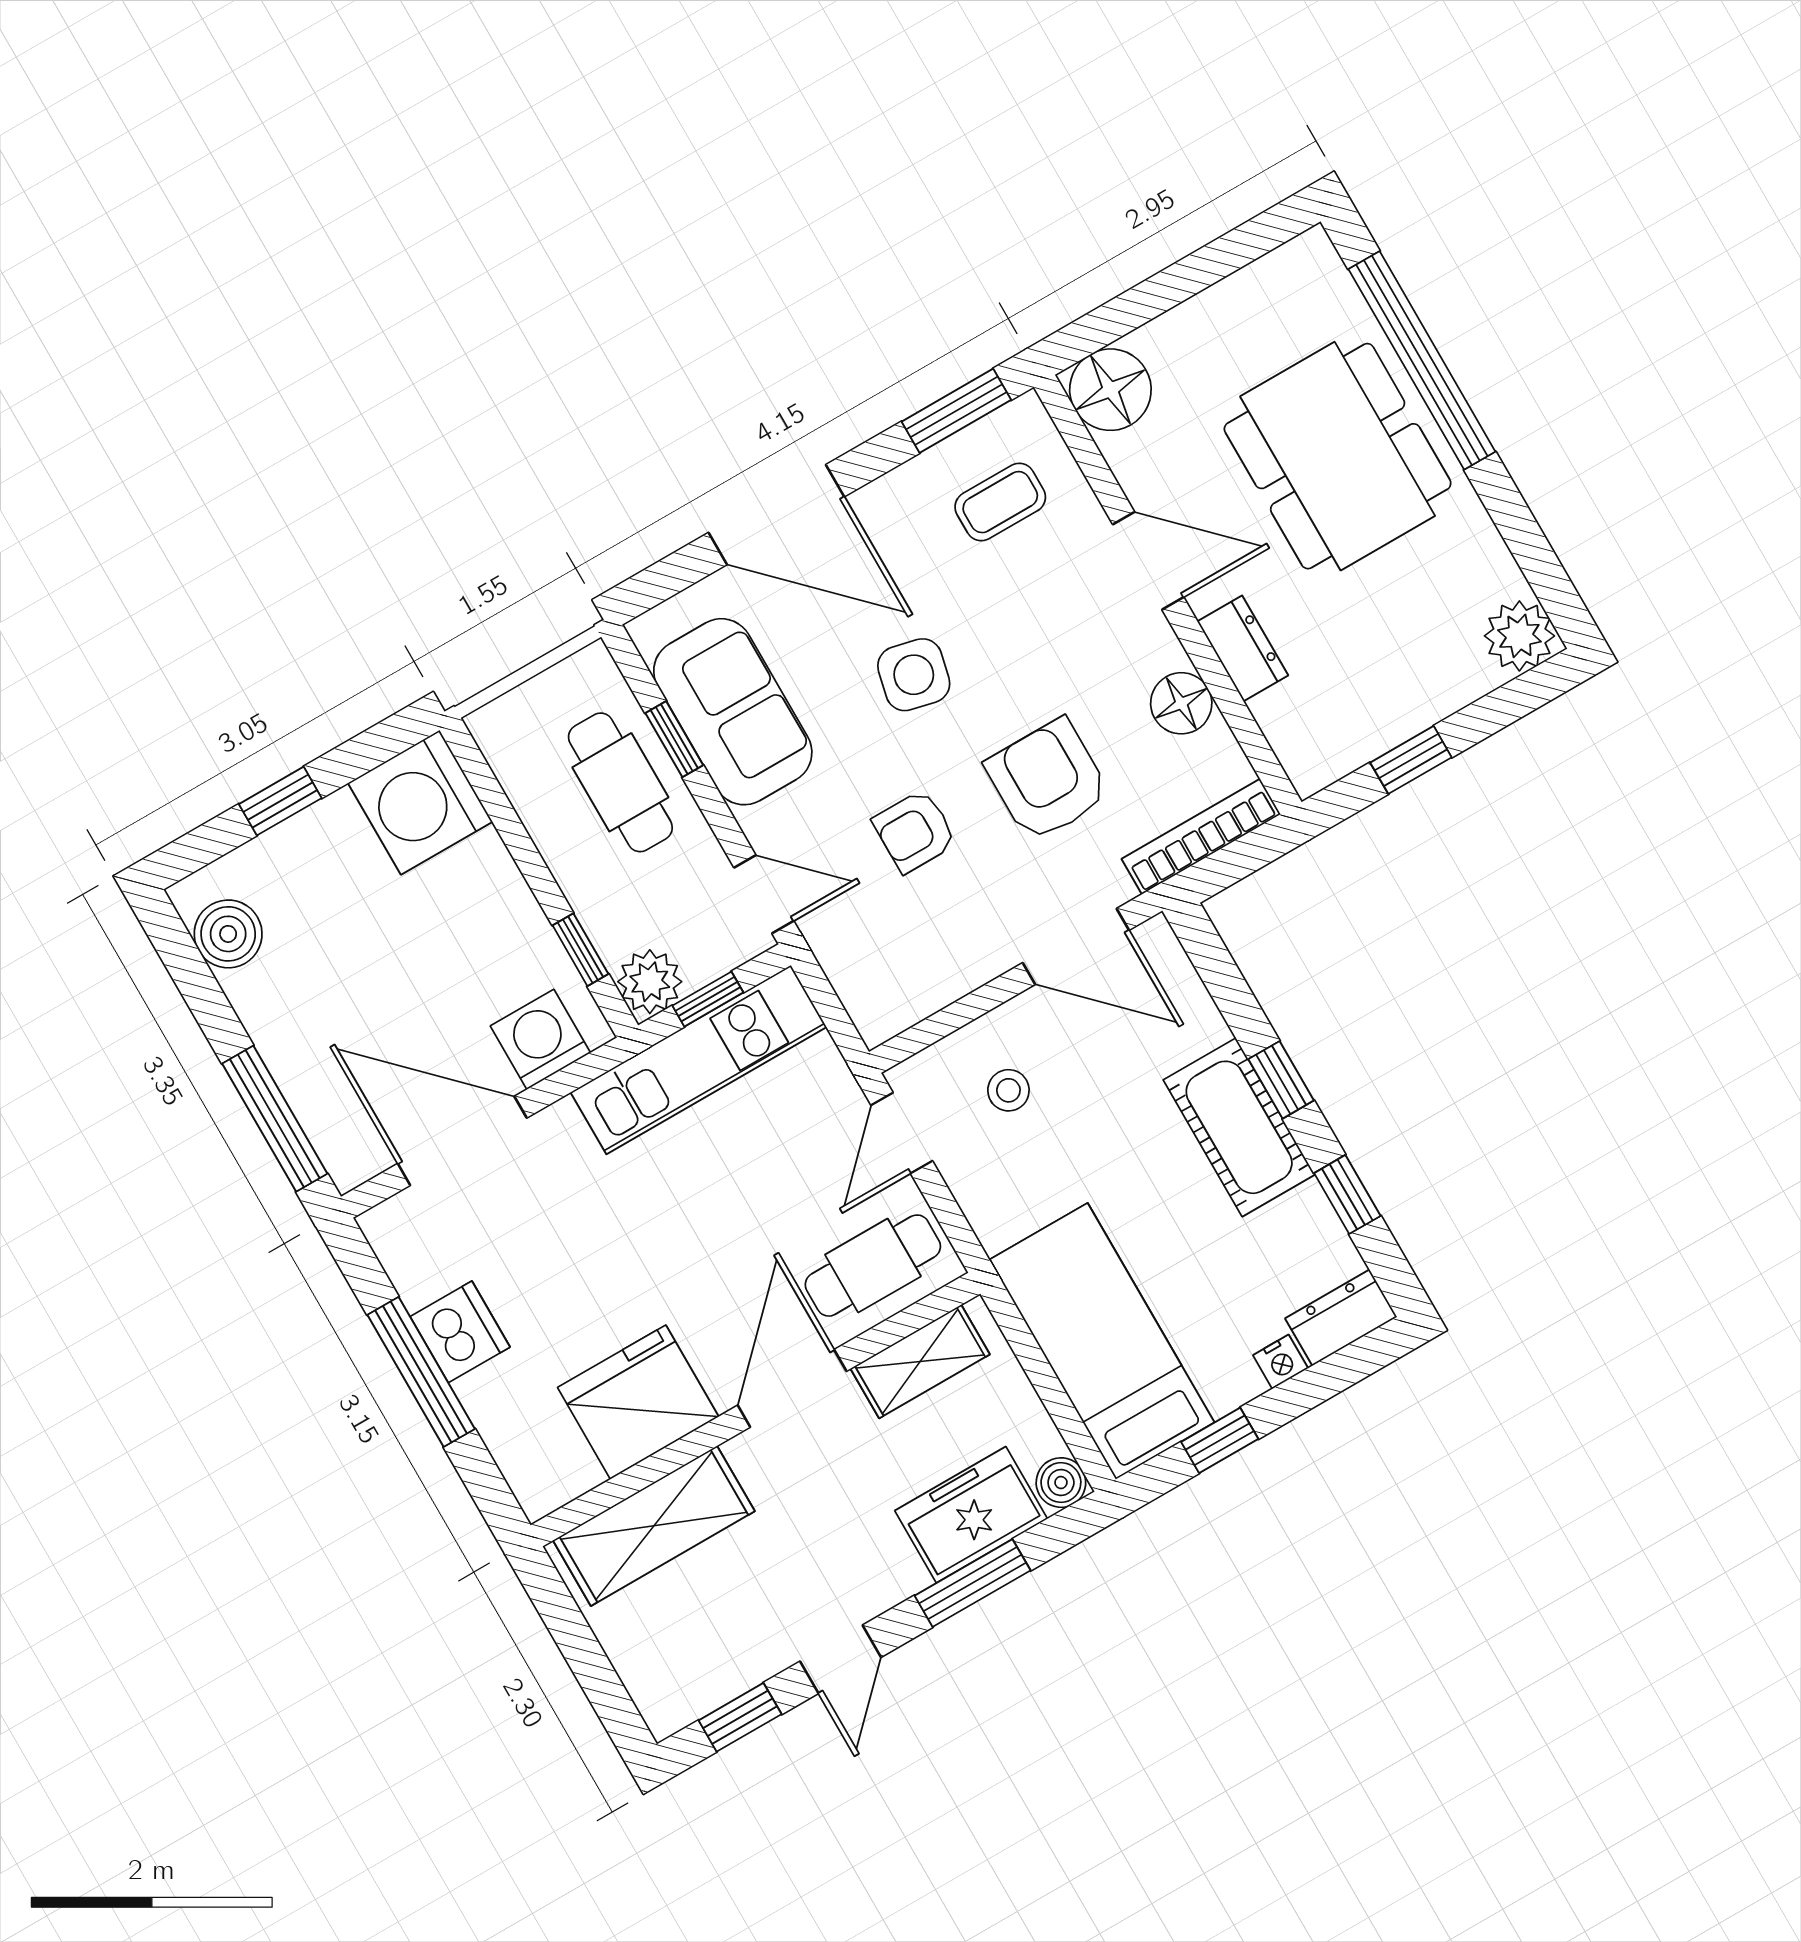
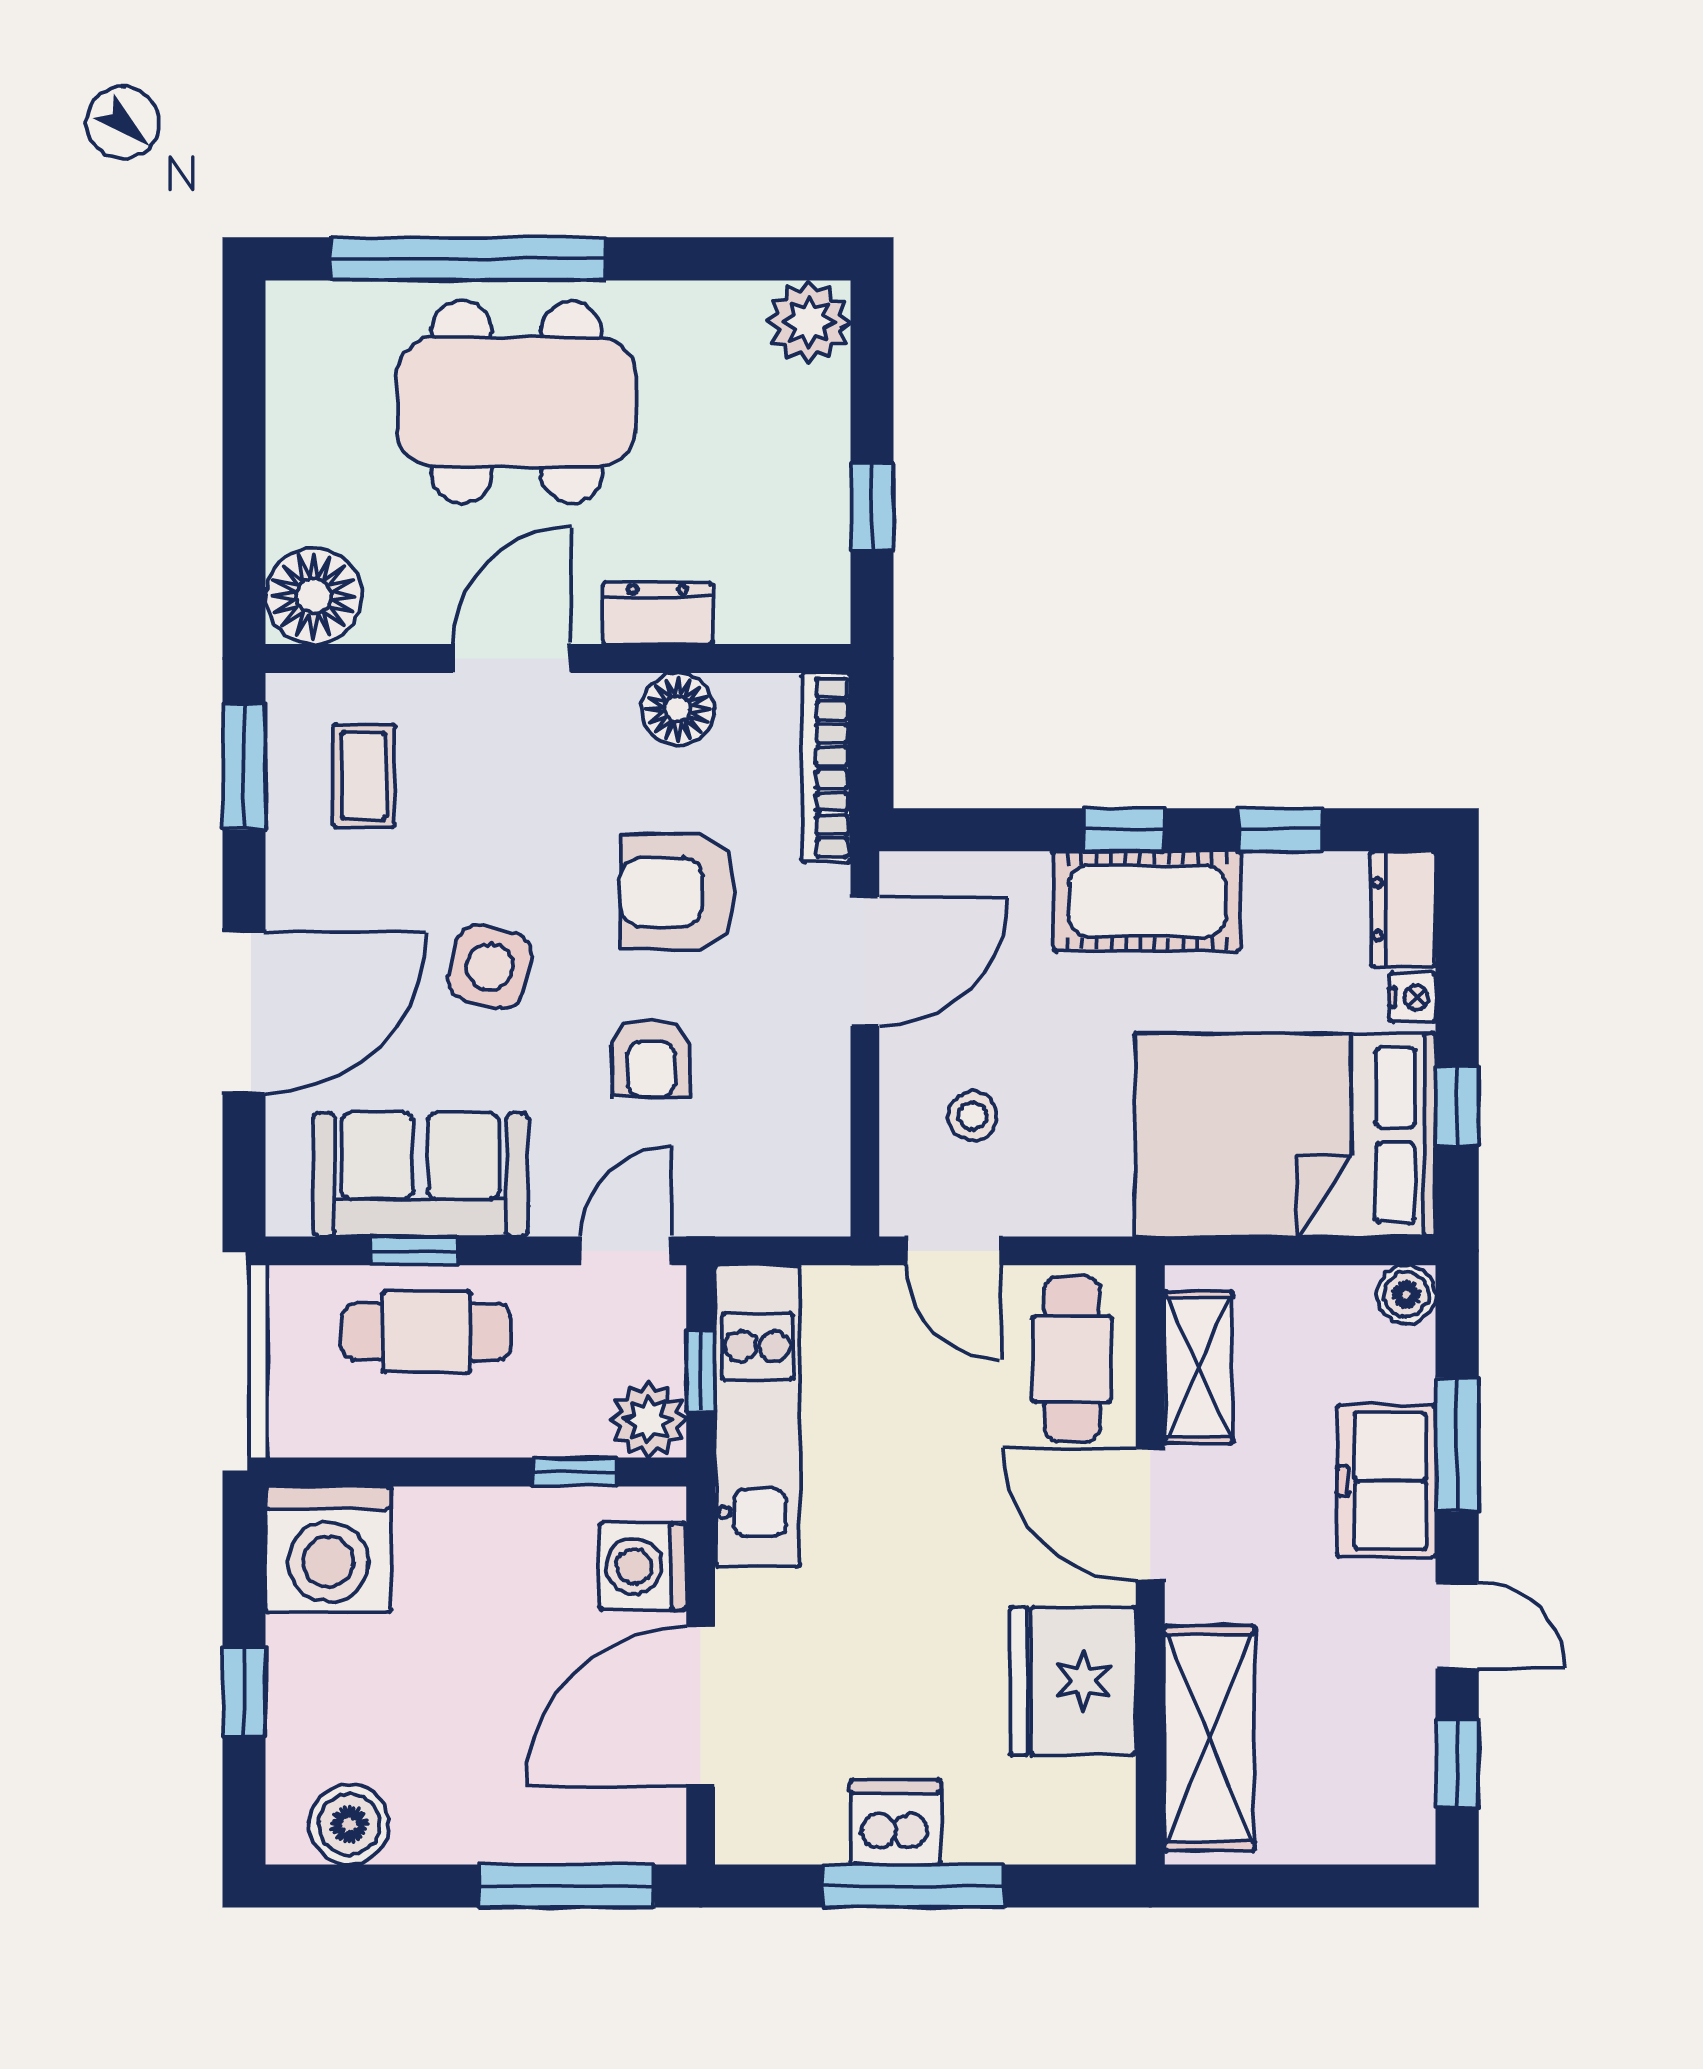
bed: (1102, 1341) -> (1285, 1135), width x1.50
freezer: (971, 1515) -> (1386, 1481), moved

